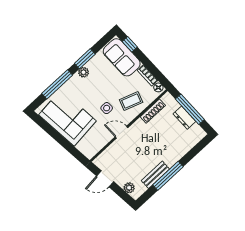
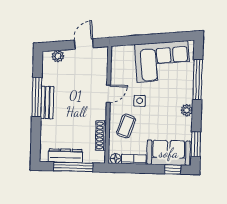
window: (85, 59) -> (196, 144), moved
dresser: (184, 118) -> (65, 156), width x1.44
bench: (155, 175) -> (47, 102), moved

